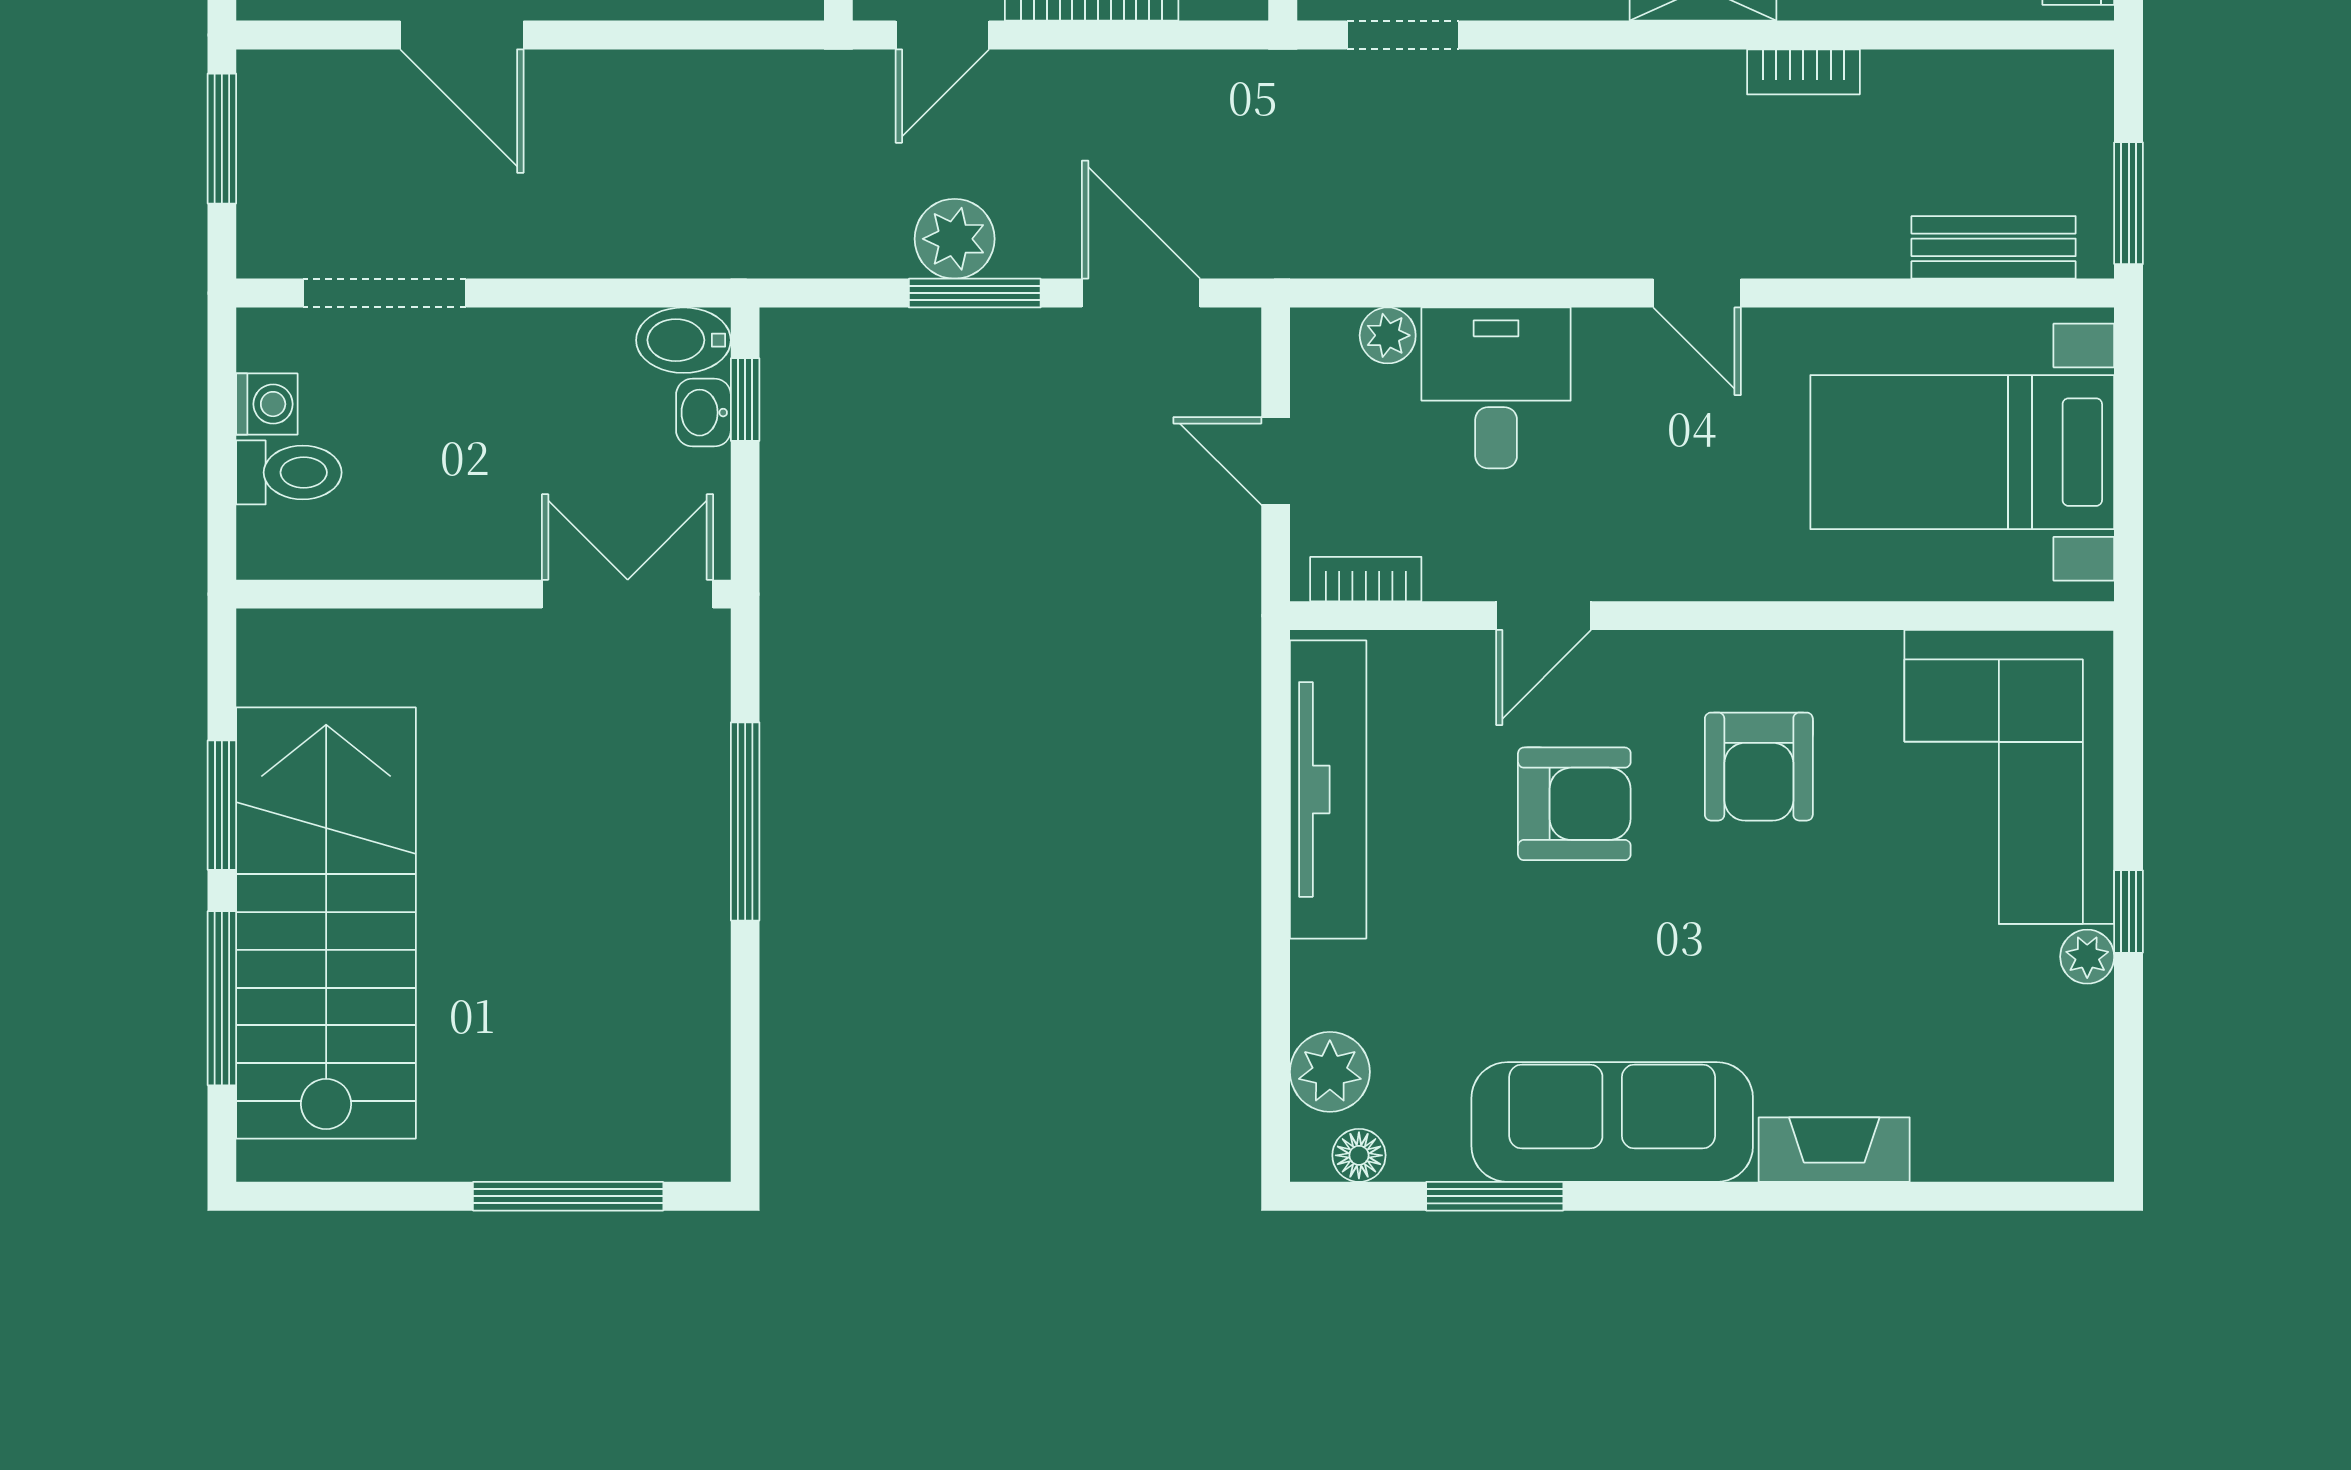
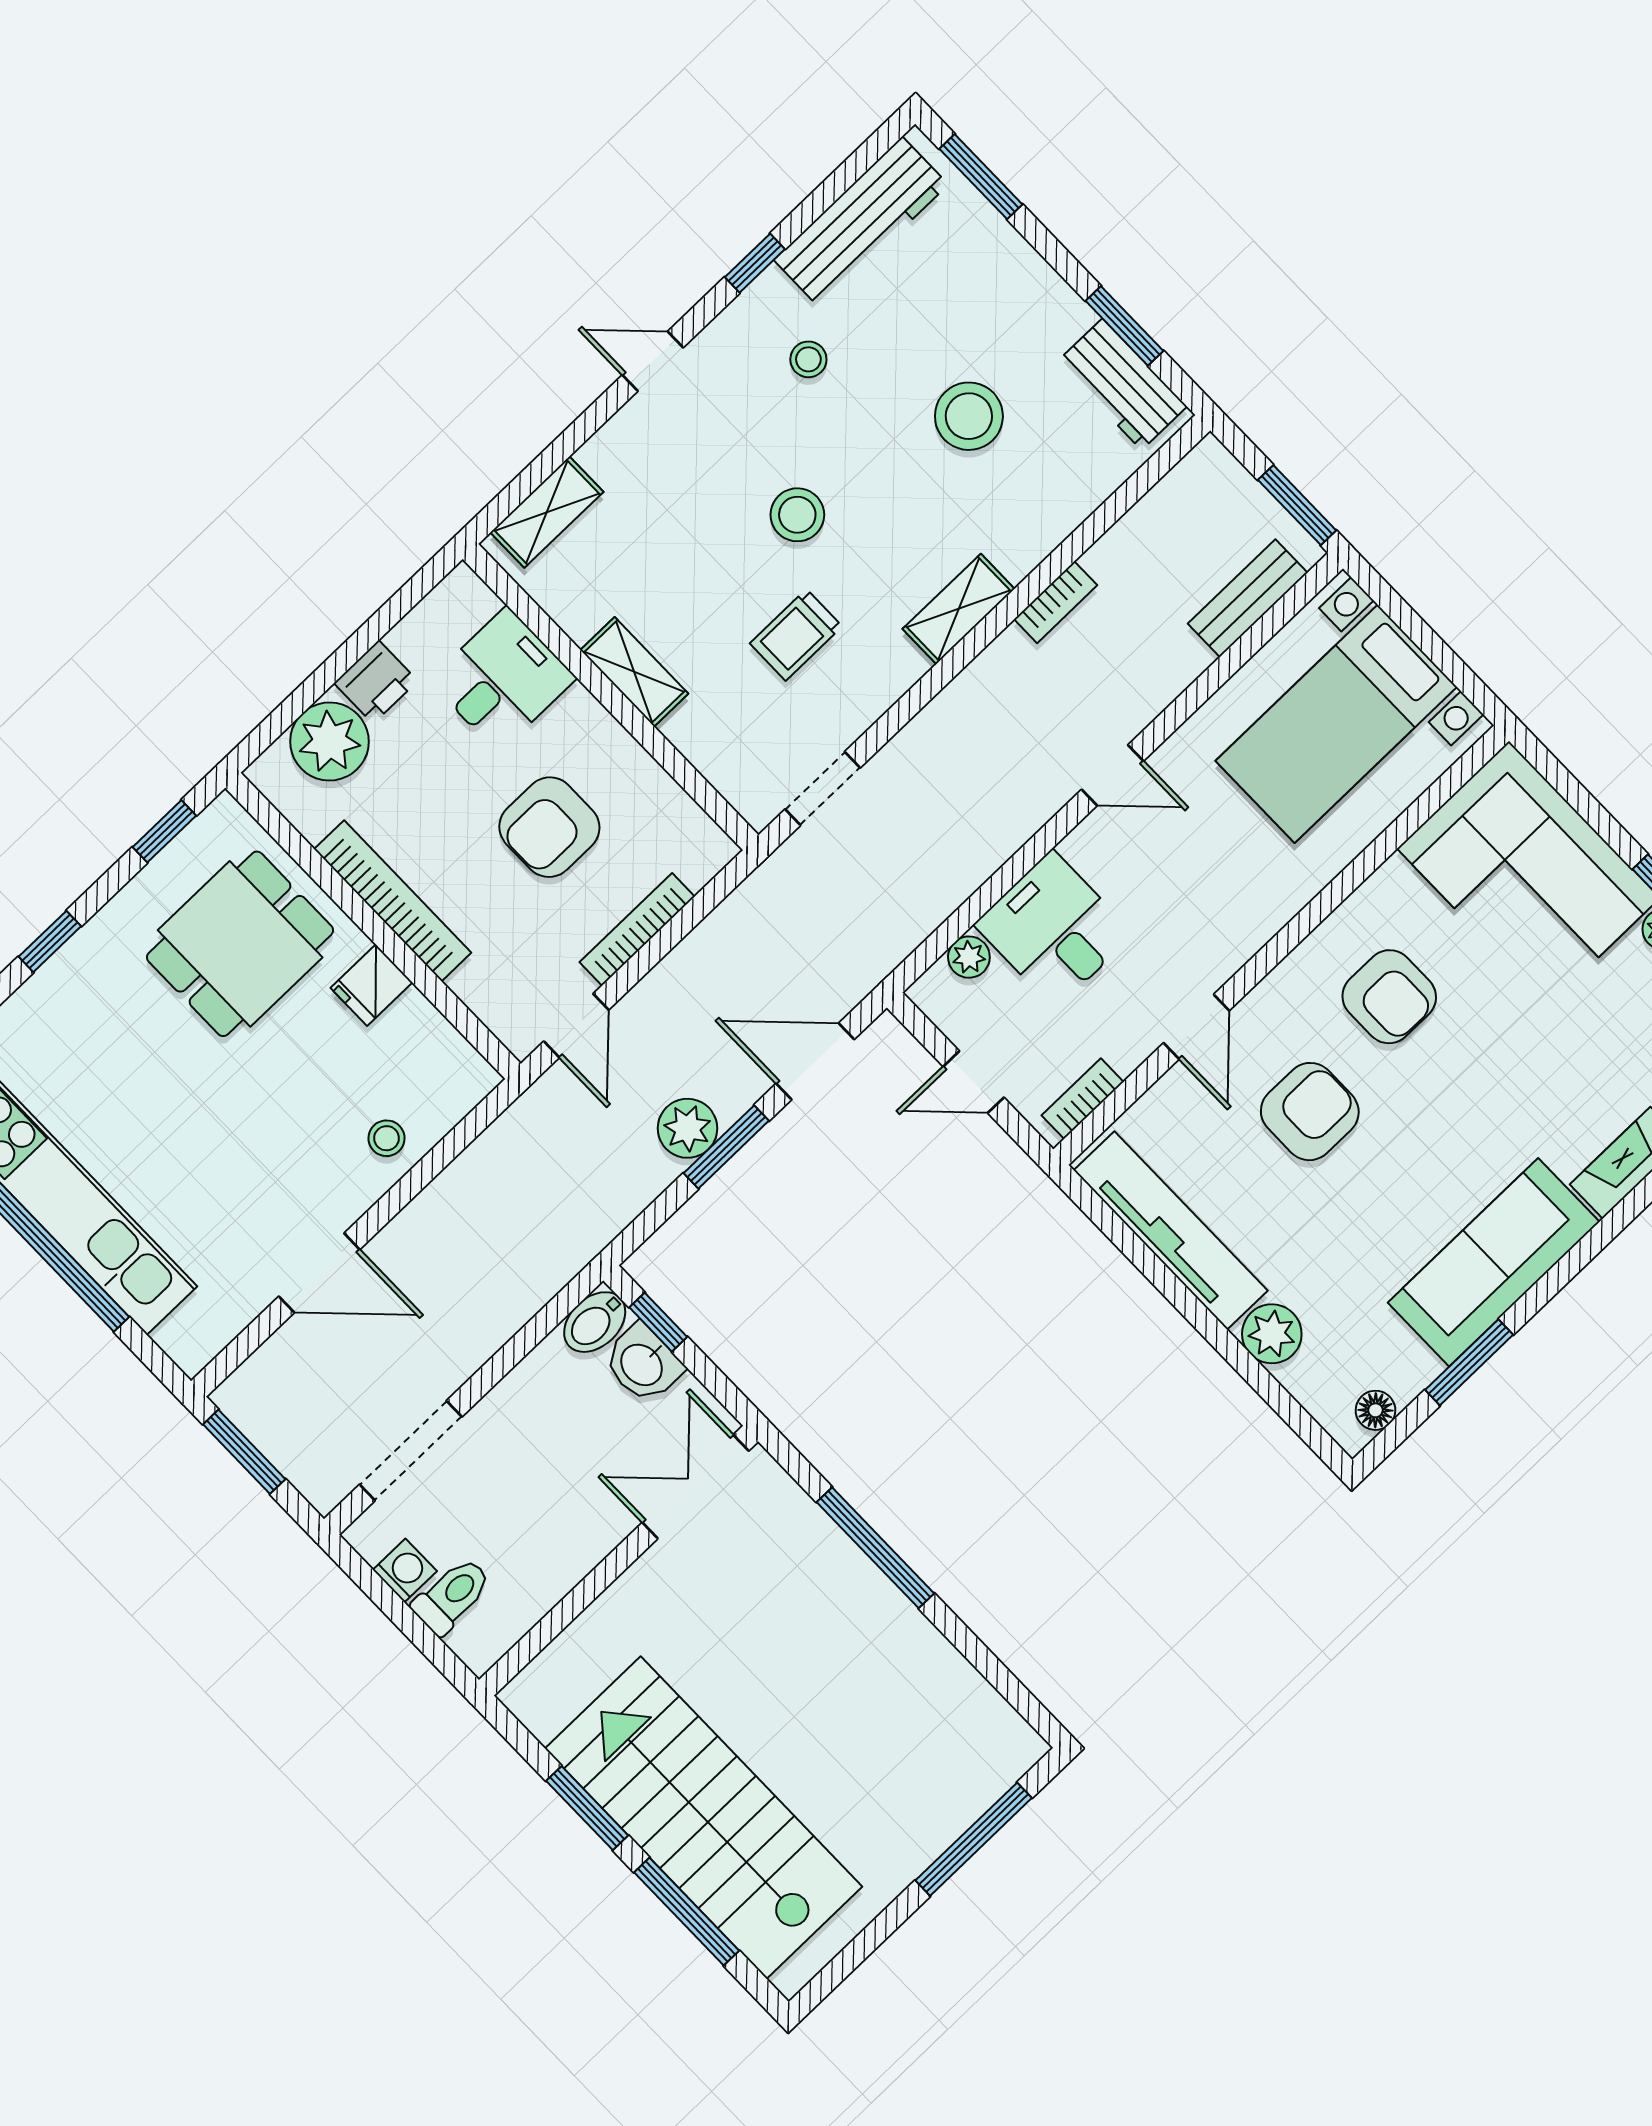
washbasin: (703, 413) -> (643, 1364), width x1.38, depth x1.45
plant: (1330, 1072) -> (1272, 1334), moved

